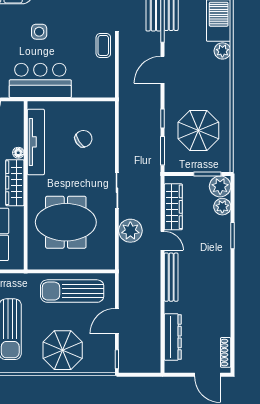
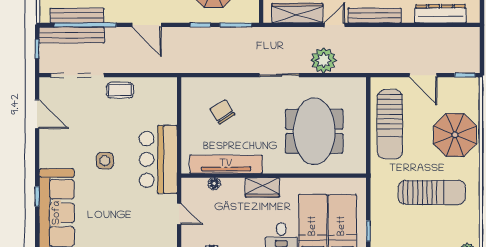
floor lamp: (18, 153) -> (214, 184), moved
wardrobe: (15, 183) -> (262, 187), width x0.67

